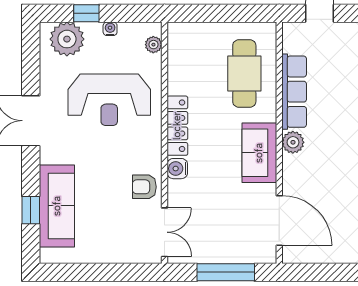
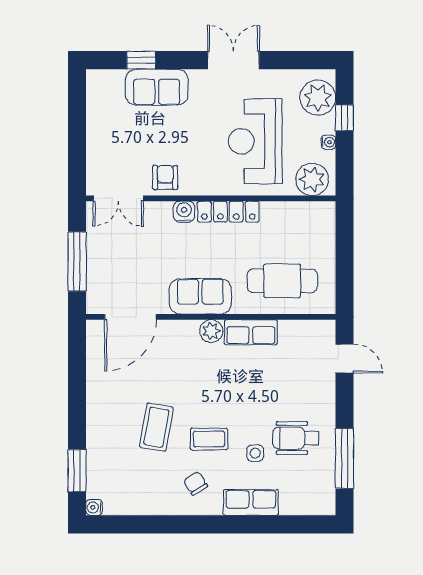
plant: (153, 45) -> (312, 179), width x1.88, depth x1.88
row of seats: (294, 92) -> (251, 332), width x0.68
sofa: (57, 206) -> (157, 87), width x0.73

